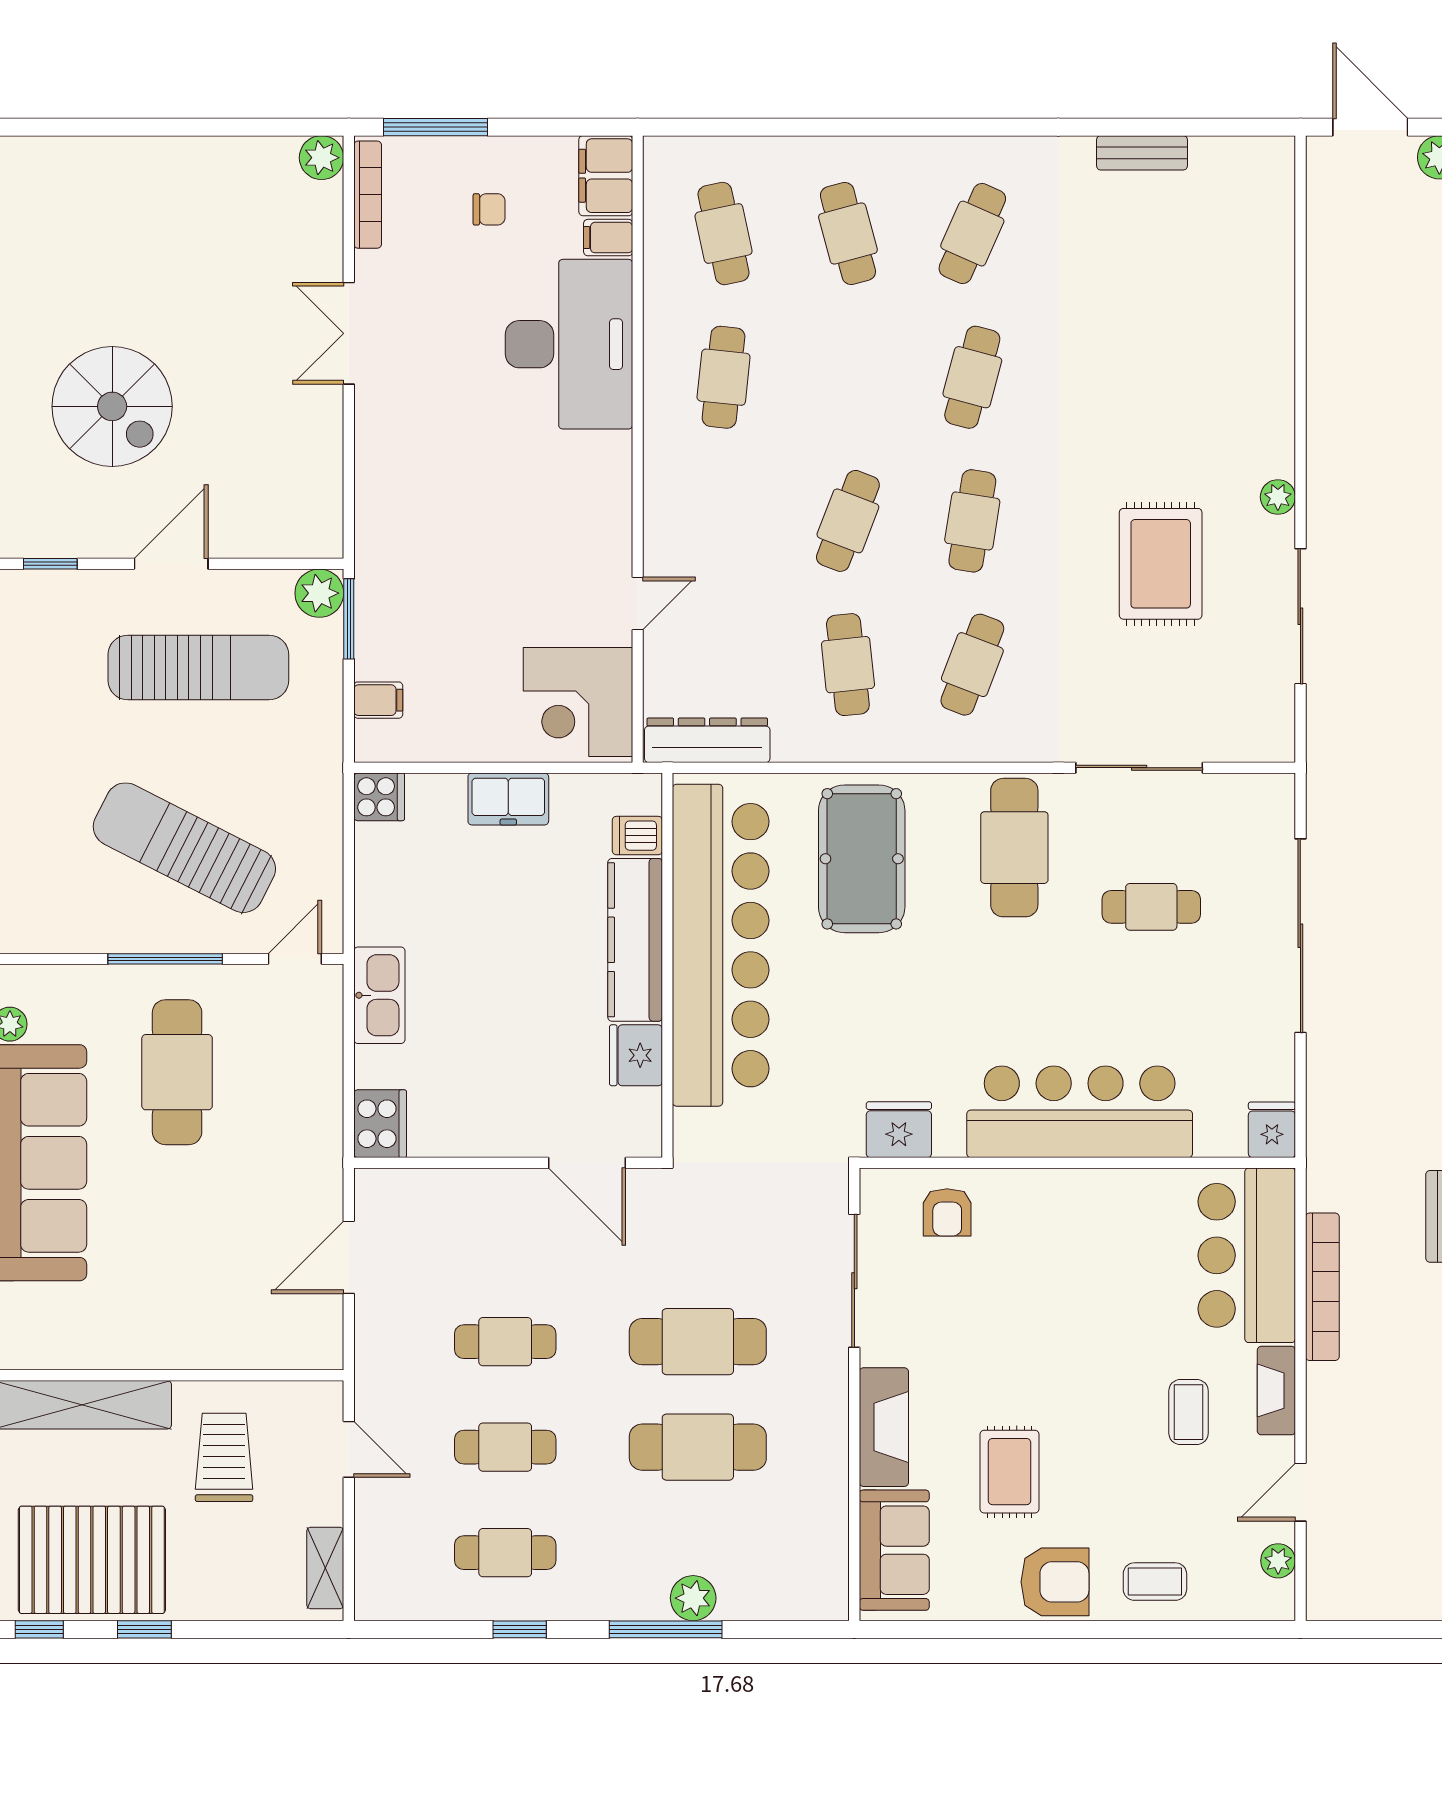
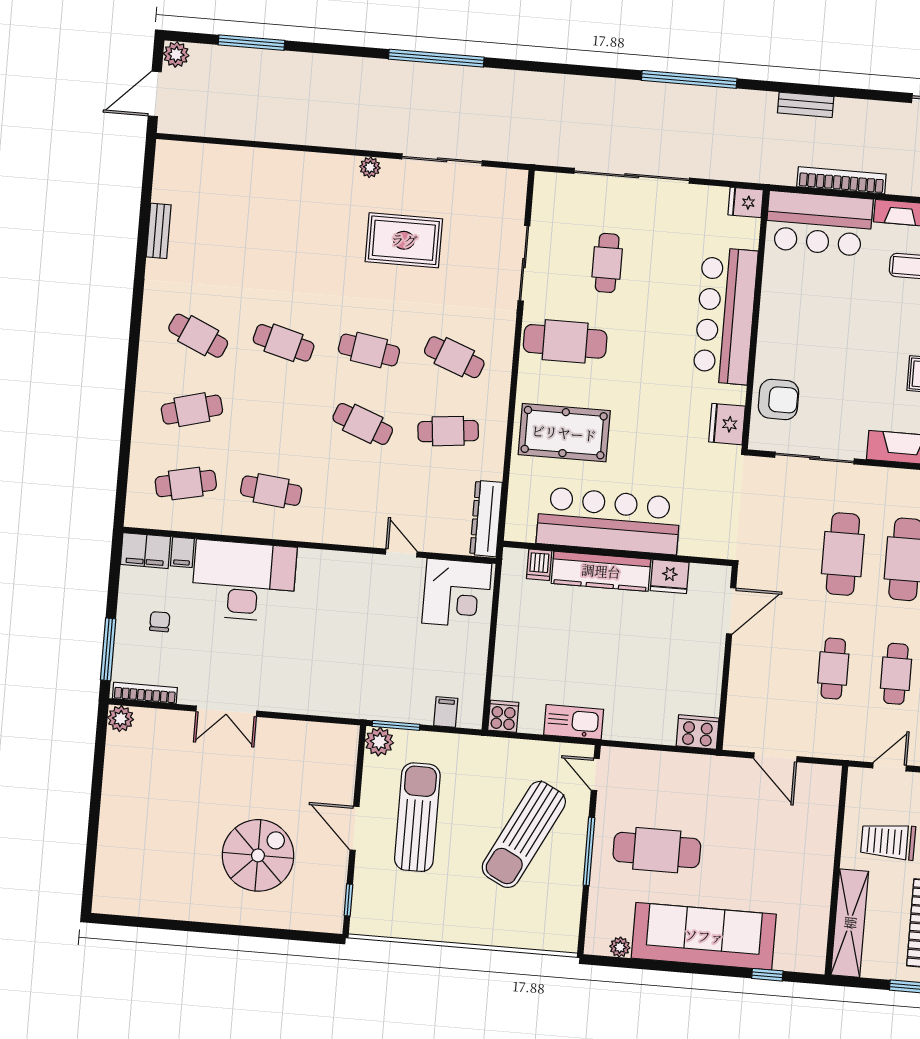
freezer: (508, 799) -> (511, 640), removed
bar counter: (721, 945) -> (608, 521), width x0.73
kitchen sink: (379, 995) -> (574, 722), moved
armchair: (947, 1212) -> (778, 399), width x1.38, depth x1.38

